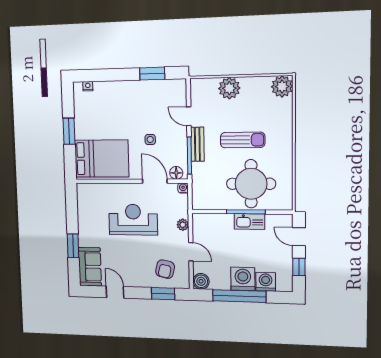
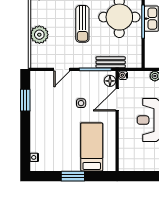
sun lounger: (243, 140) -> (82, 24), turned 180
bench: (197, 144) -> (111, 62), moved
bed: (102, 159) -> (92, 147), width x0.67

